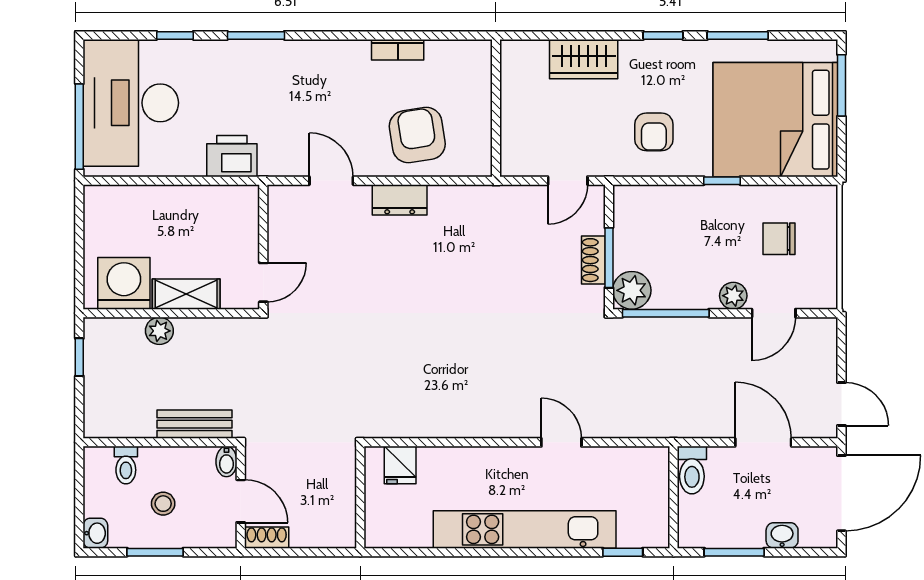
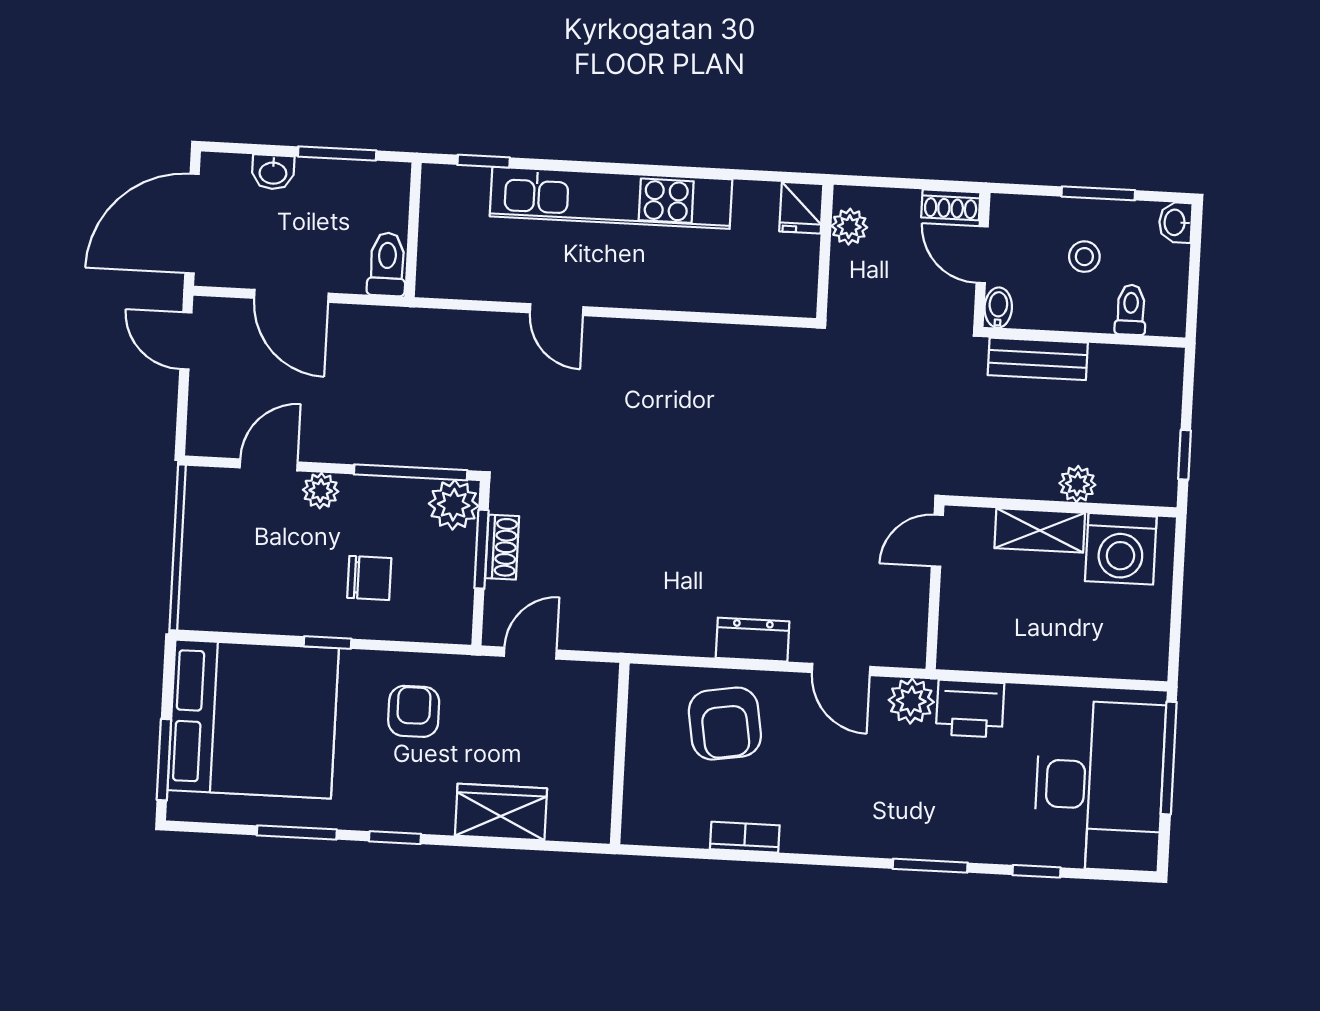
plant: (277, 160) -> (911, 701), added
chair: (779, 239) -> (369, 578), moved
fridge: (400, 465) -> (801, 208), moved, turned 180
plant: (343, 517) -> (849, 227), added

